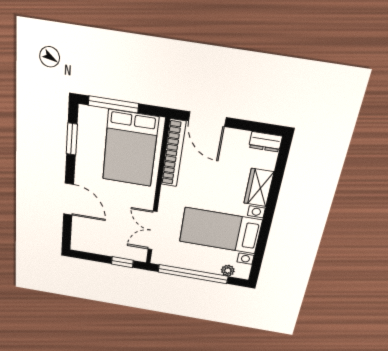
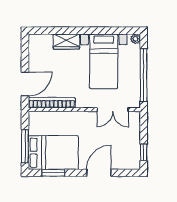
dresser: (265, 142) -> (34, 44), removed
bed: (130, 149) -> (53, 153), moved
window: (122, 262) -> (144, 152), moved
plant: (228, 271) -> (135, 39), moved

